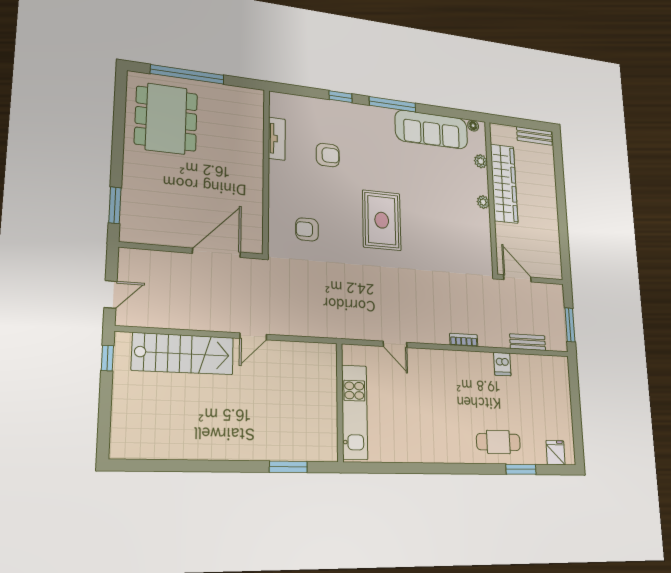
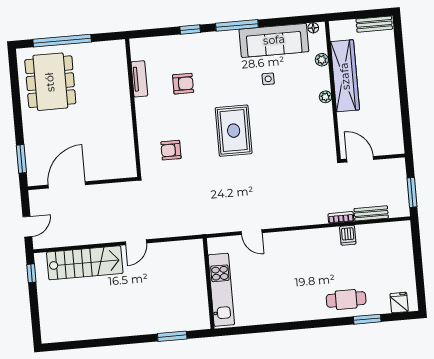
side table: (423, 170) -> (268, 79), added
door: (217, 253) -> (67, 185), moved
bookcase: (464, 340) -> (341, 217), moved

